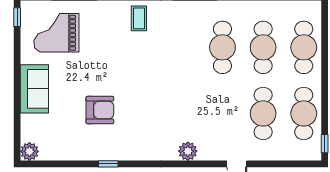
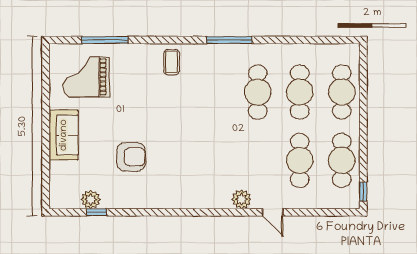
window: (17, 17) -> (46, 61), removed
plant: (29, 151) -> (91, 200), moved
plant: (188, 151) -> (242, 199), moved
window: (108, 164) -> (97, 212), moved

